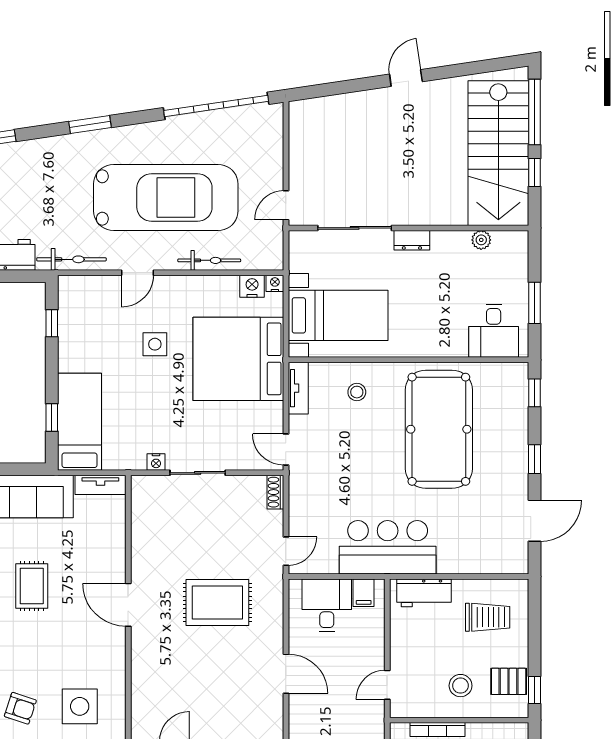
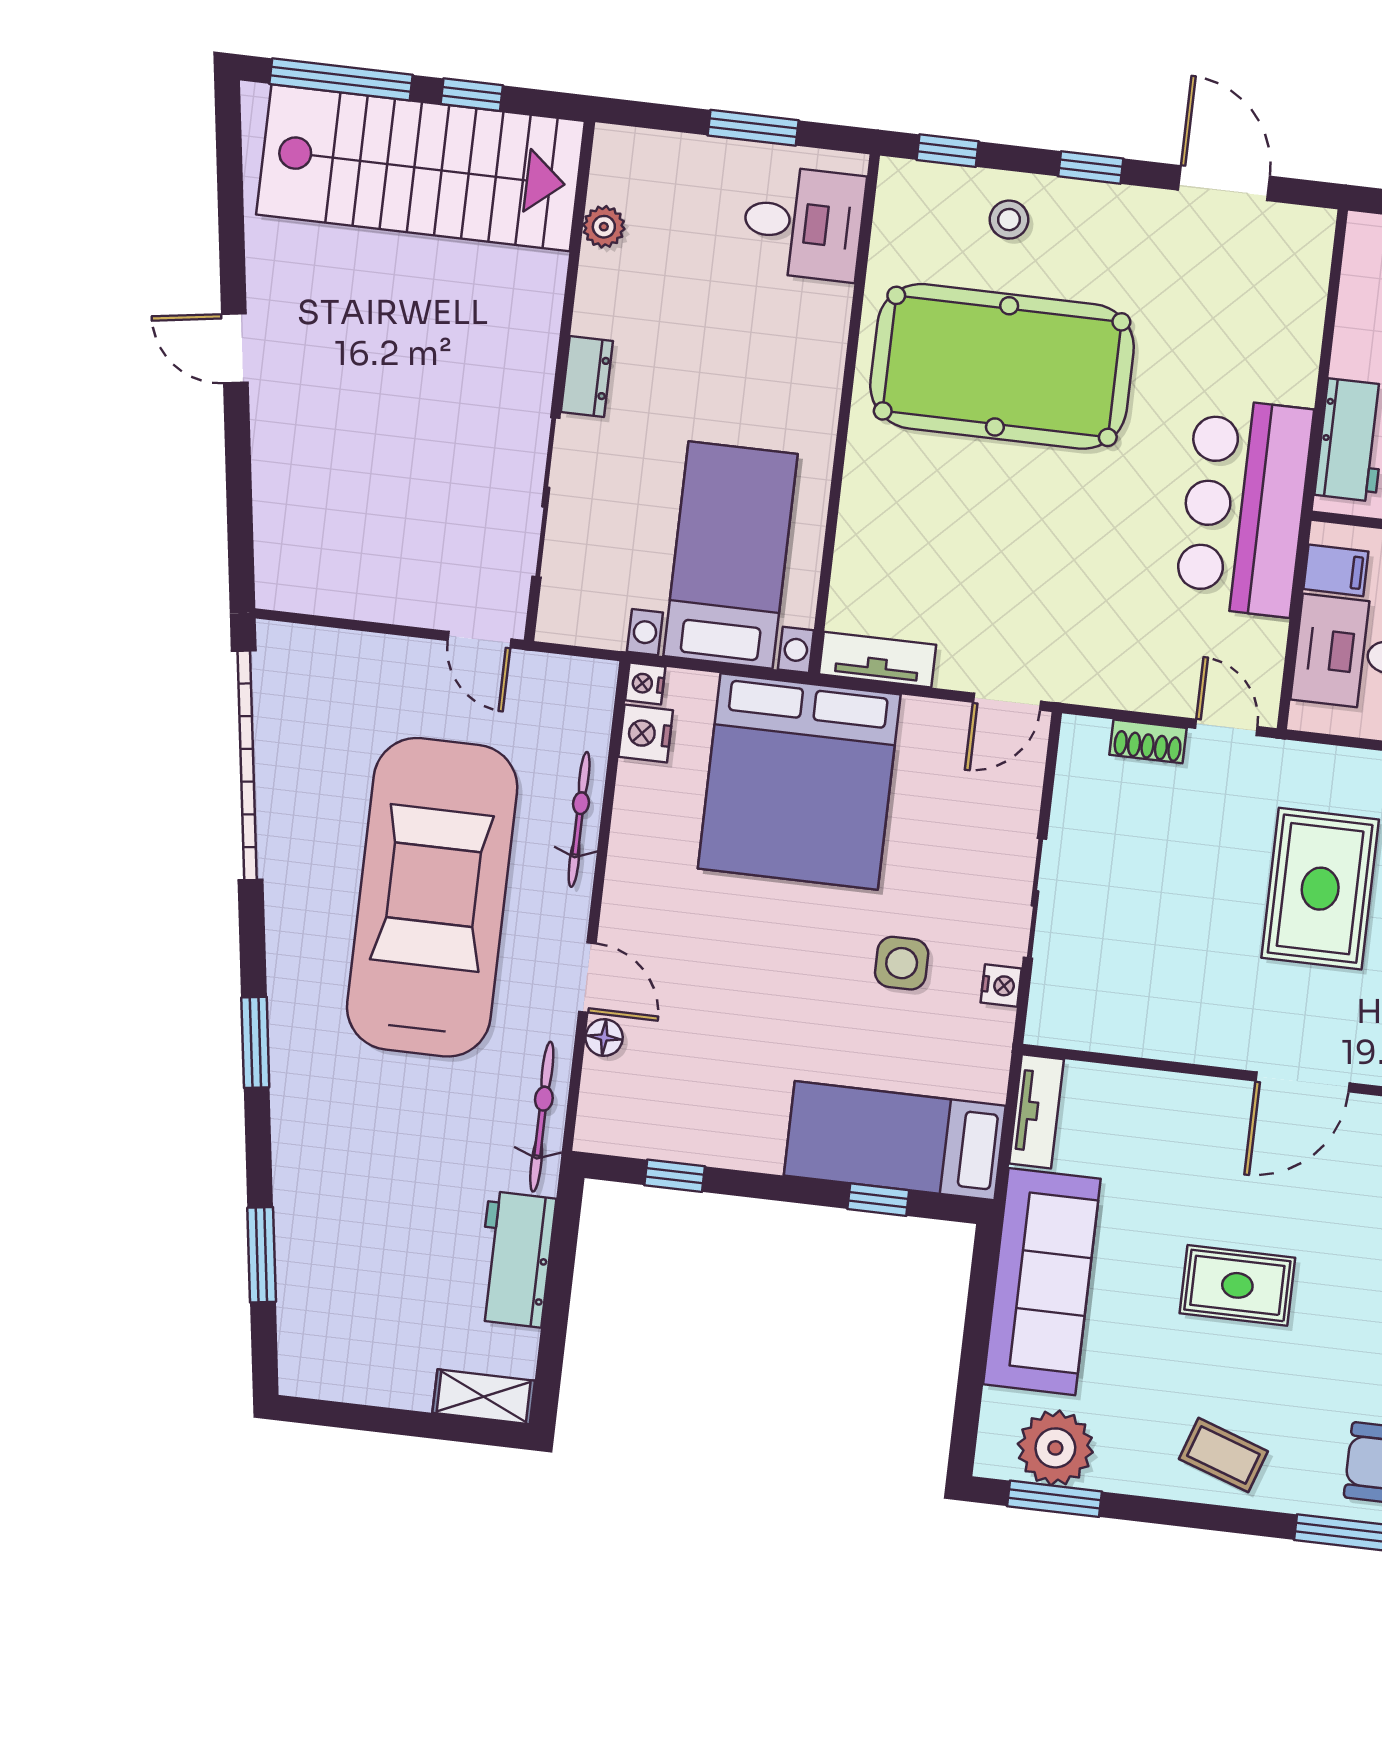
floor lamp: (111, 284) -> (604, 1038), added
side table: (155, 344) -> (902, 963), moved
stool: (357, 392) -> (1009, 220), moved
shoe rack: (275, 492) -> (1148, 741), moved

